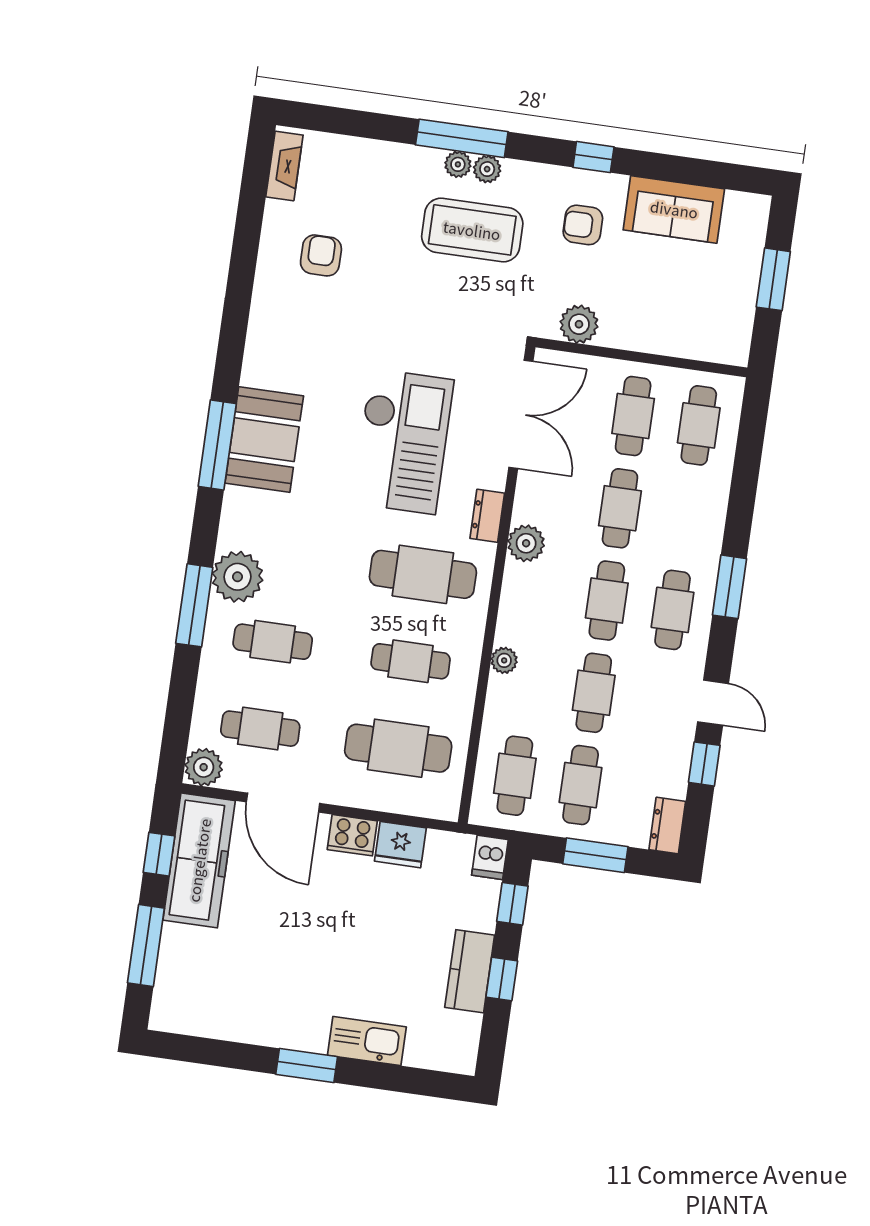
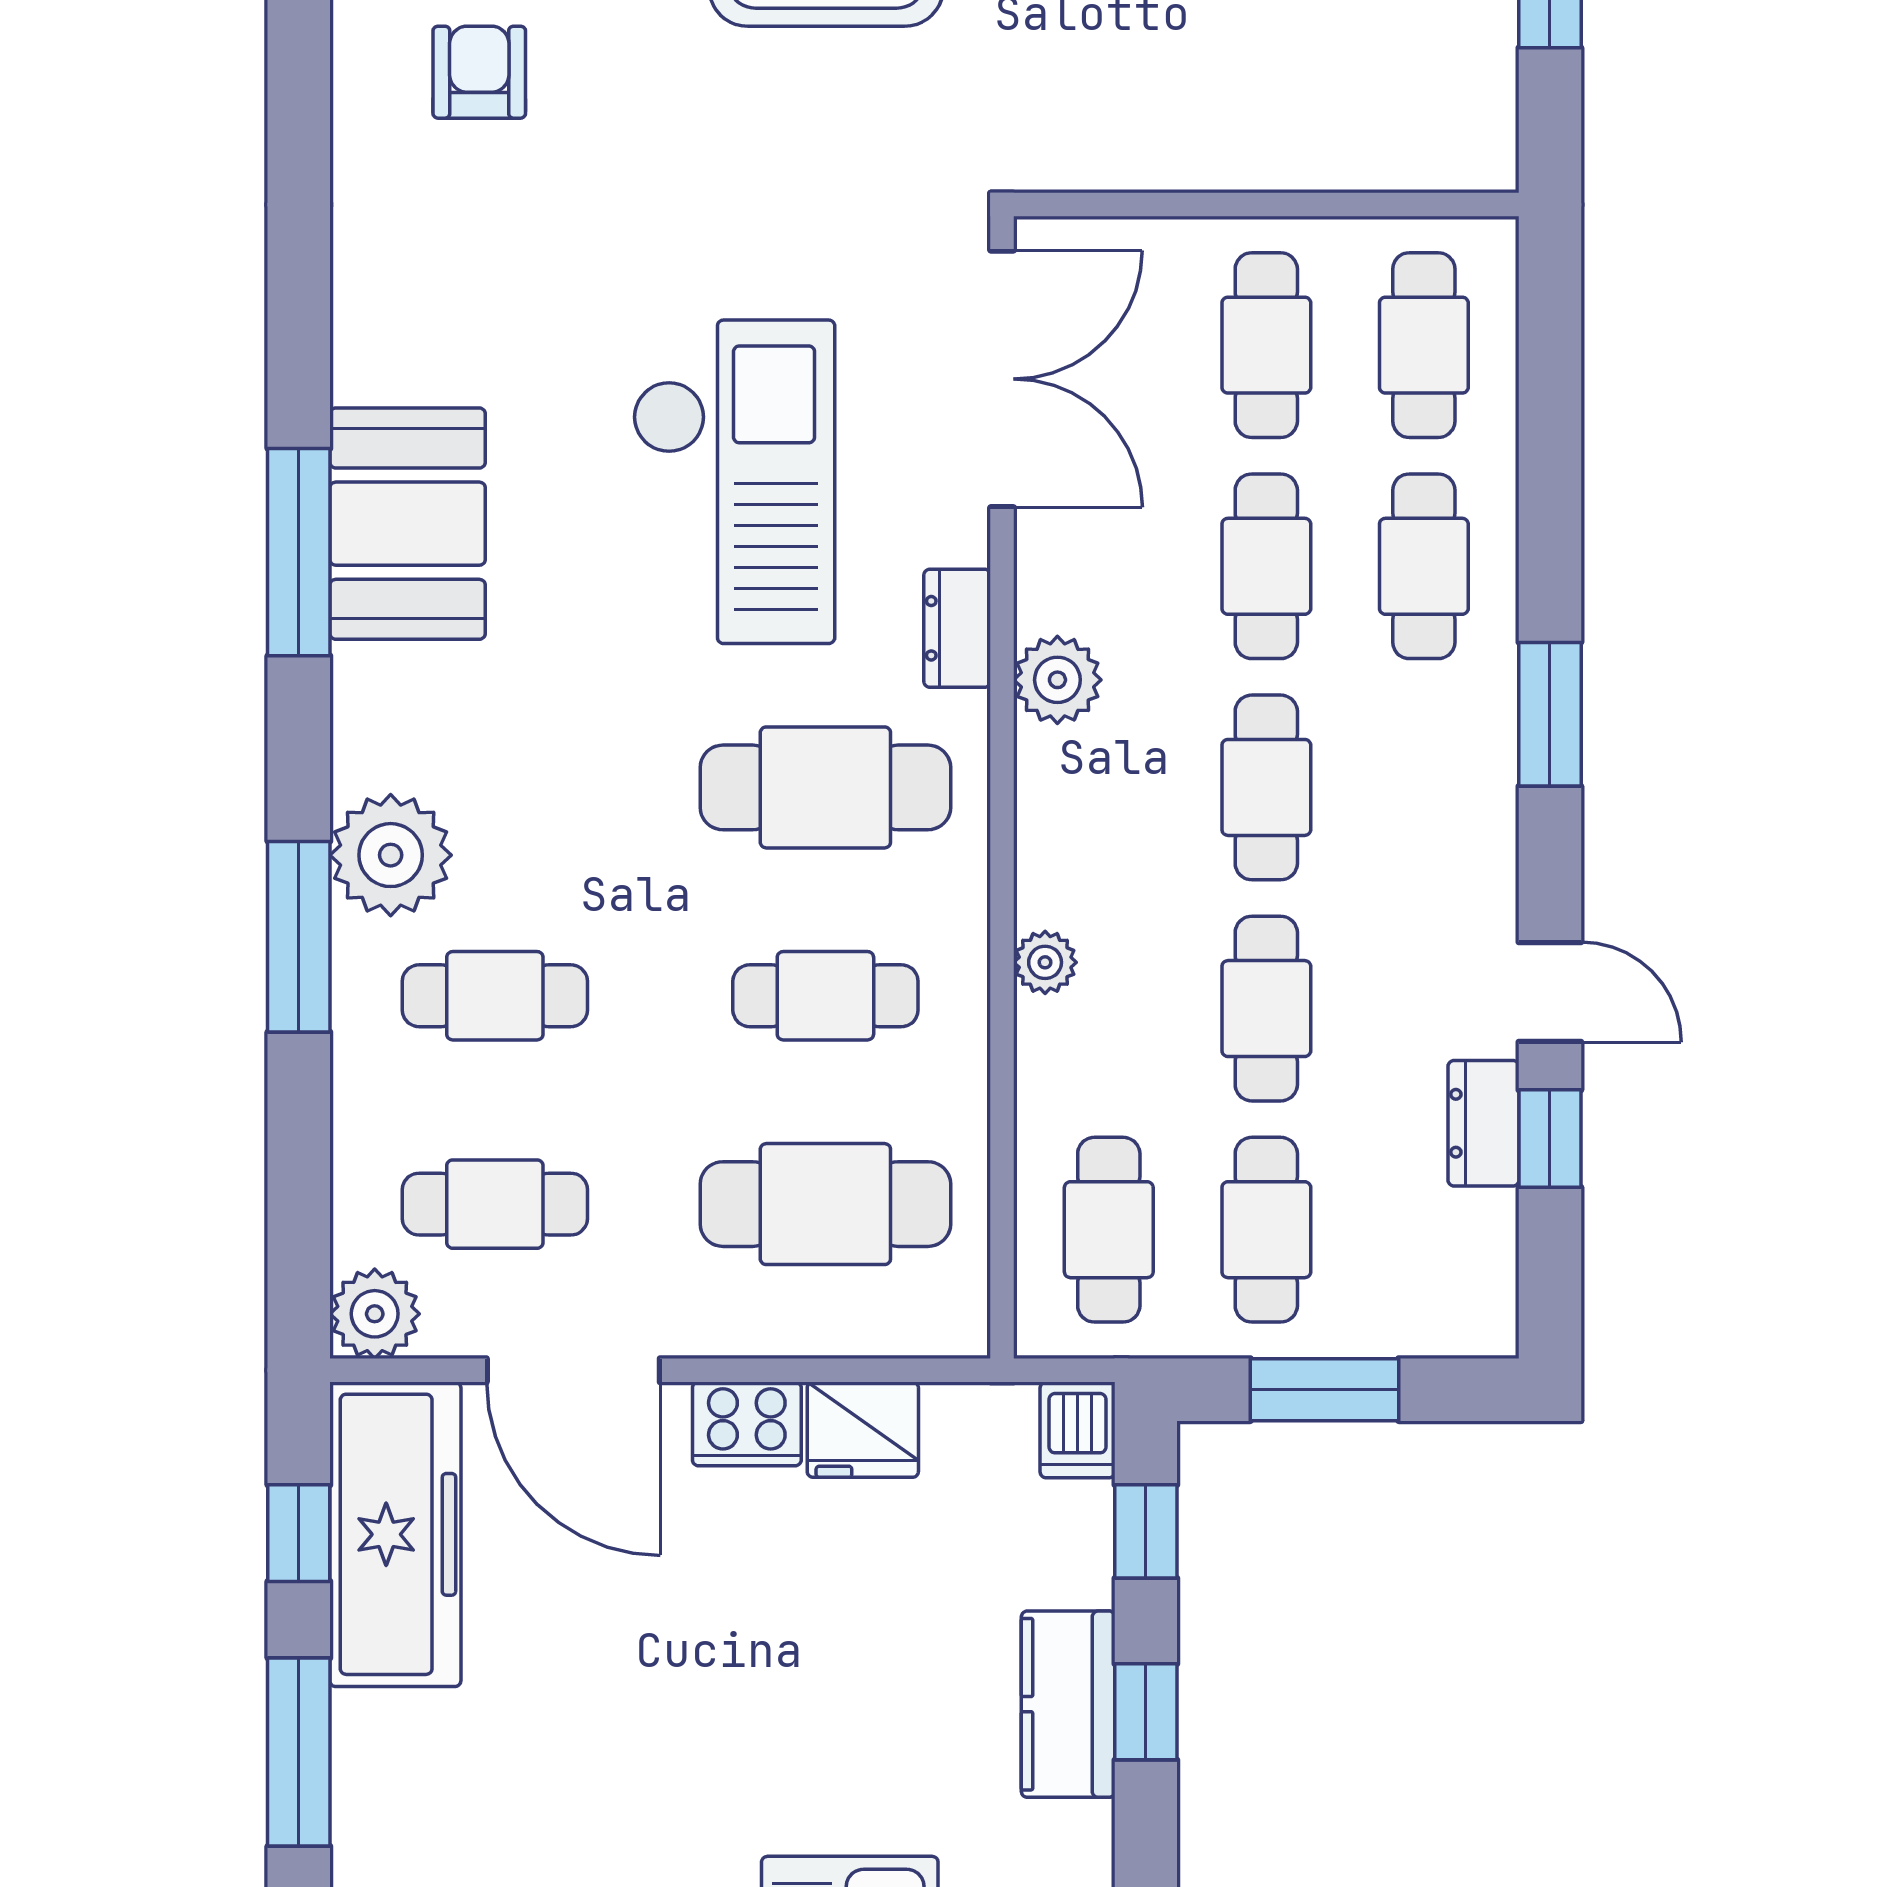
plant: (579, 324) -> (1108, 147), removed
cafe table: (673, 610) -> (1424, 566), moved
dresser: (667, 825) -> (1483, 1123), moved

